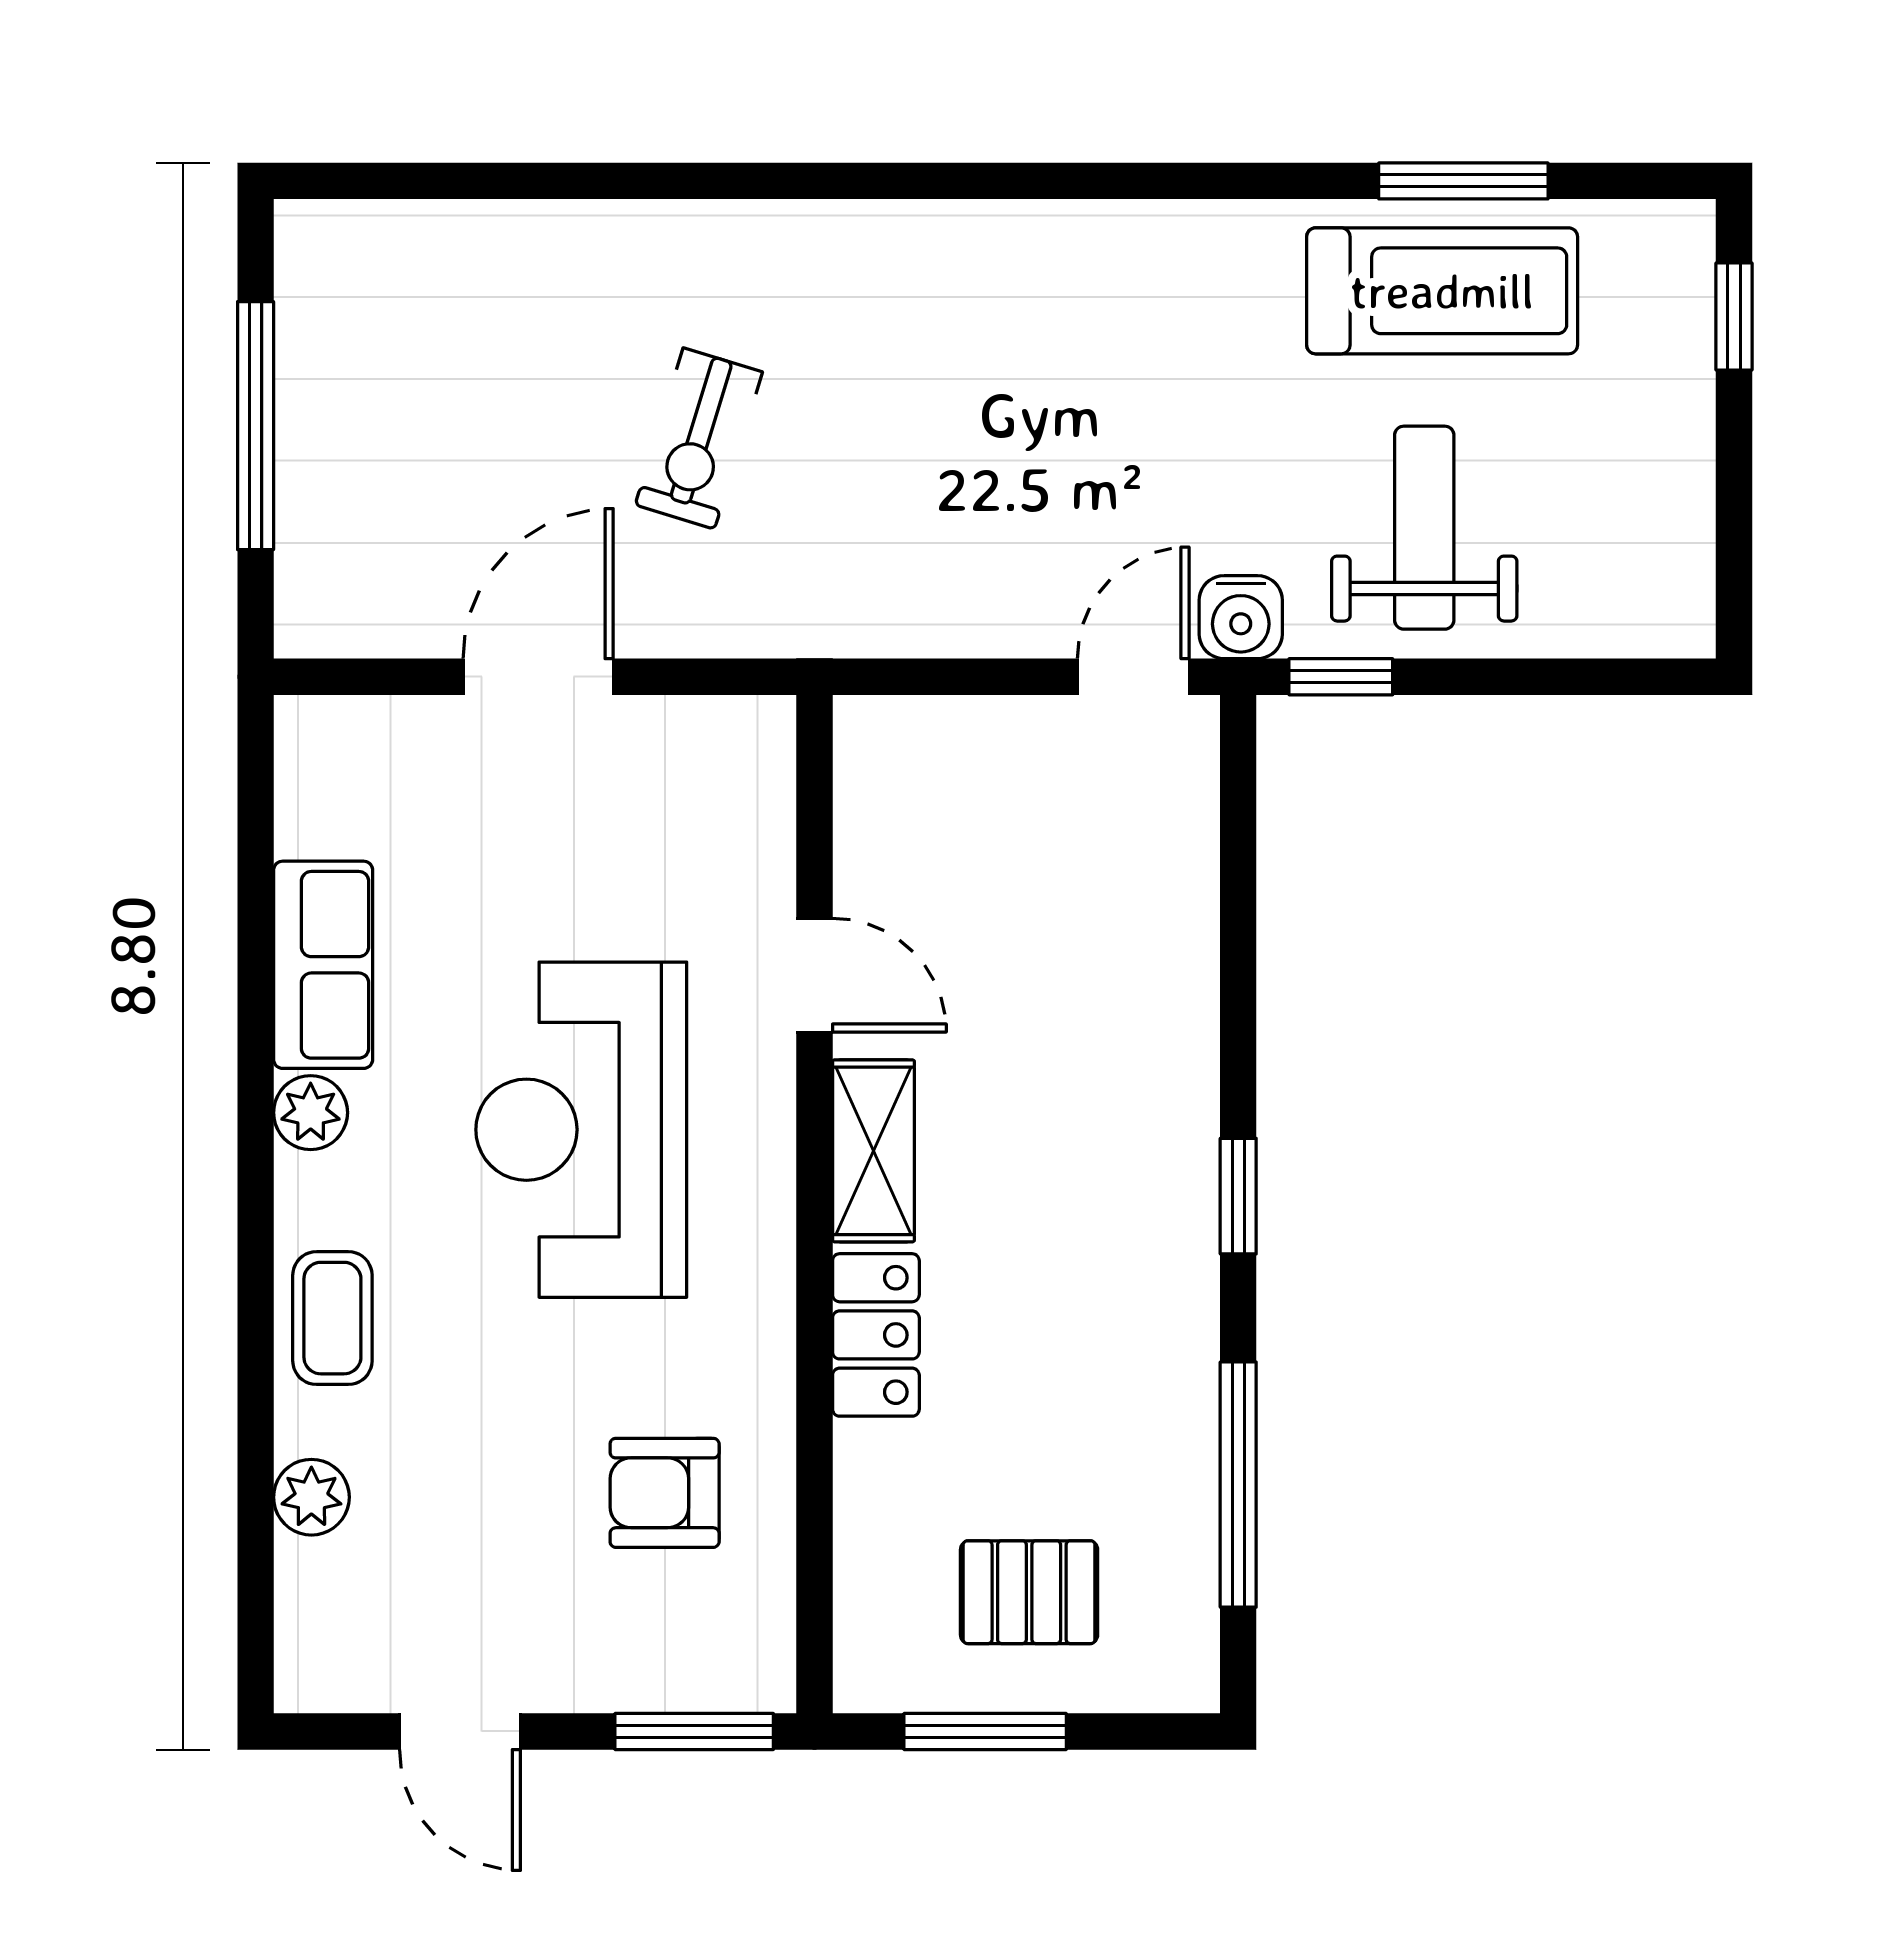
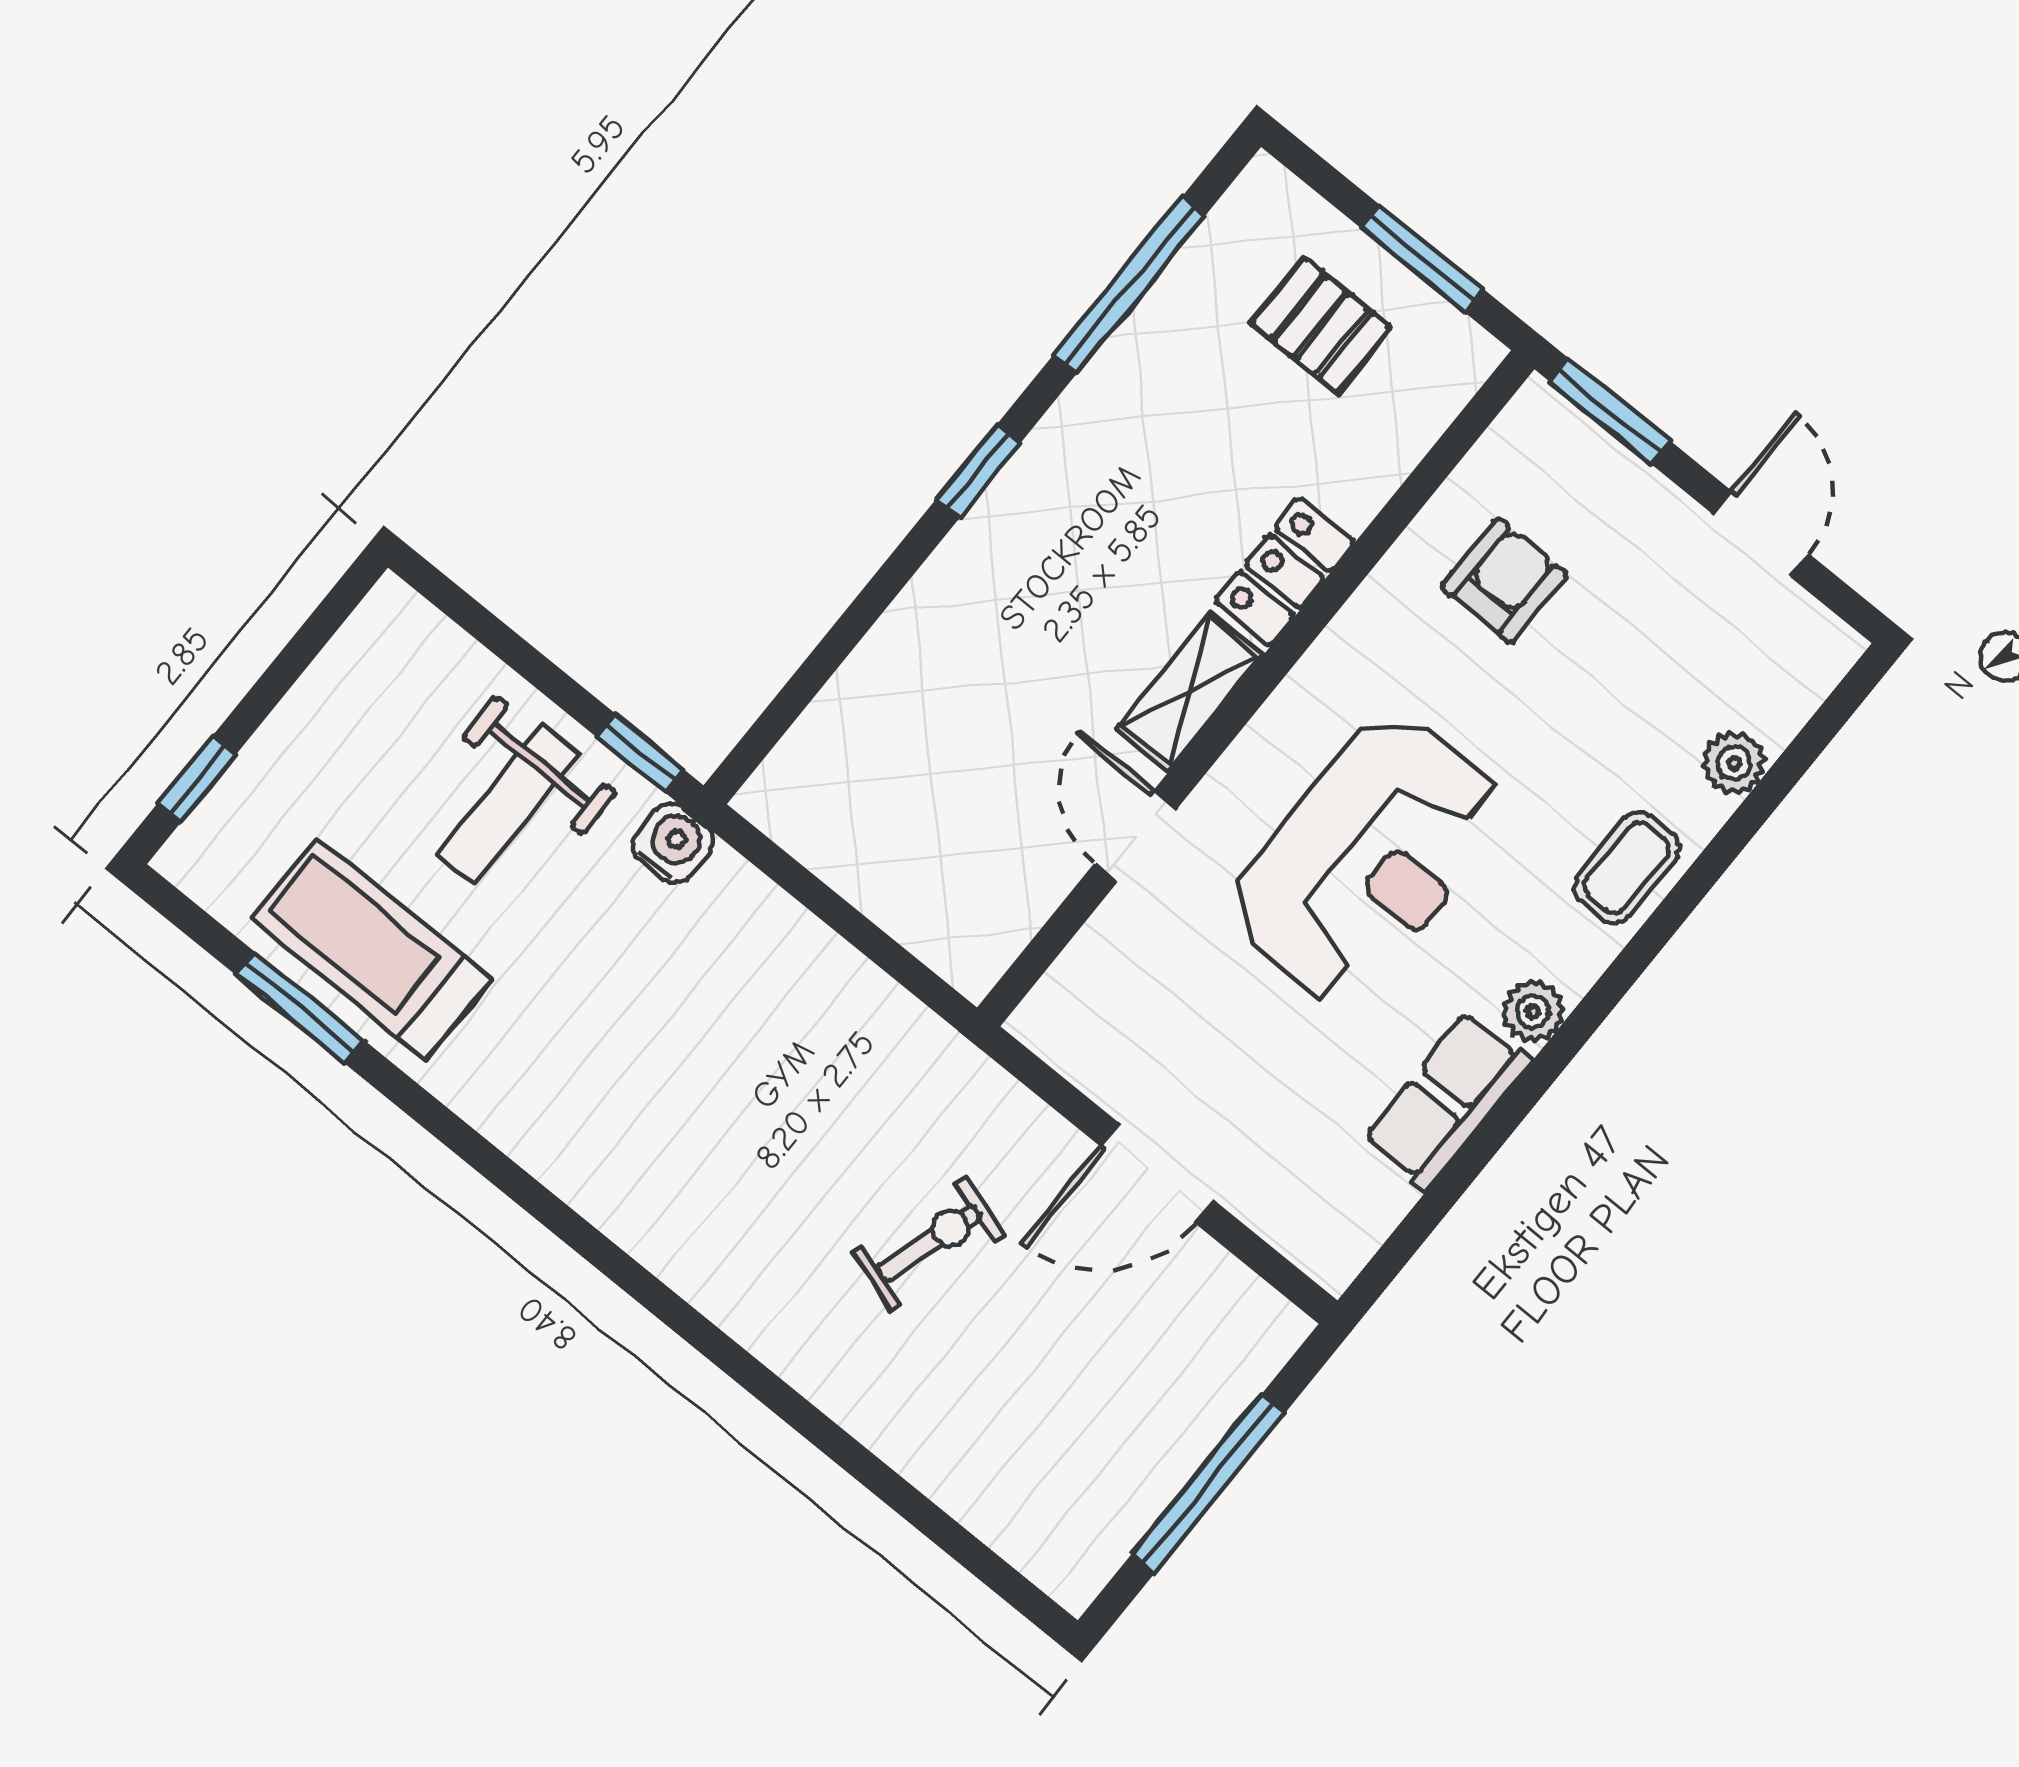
door: (1133, 677) -> (773, 861), removed
armchair: (665, 1493) -> (1504, 581), turned -90

